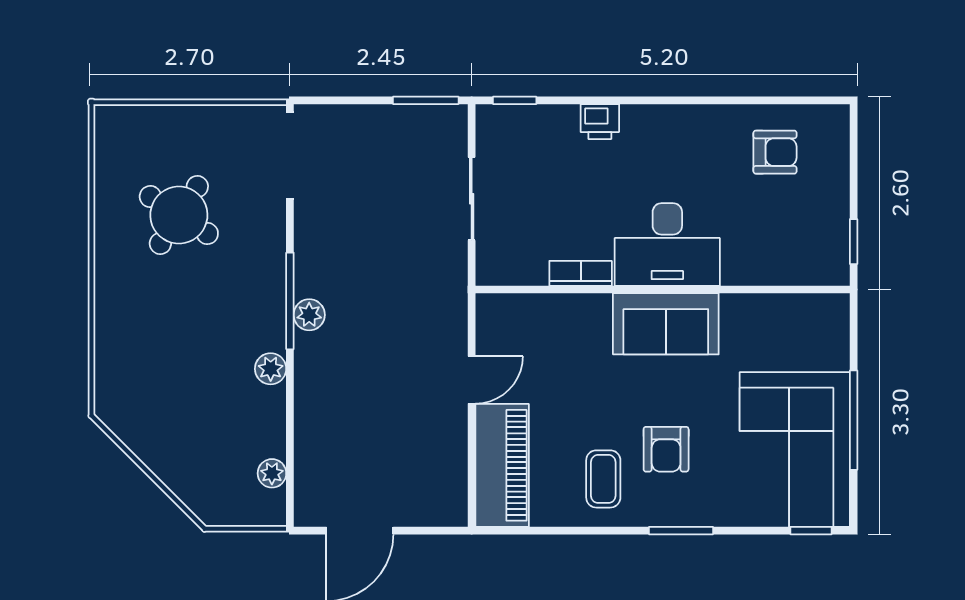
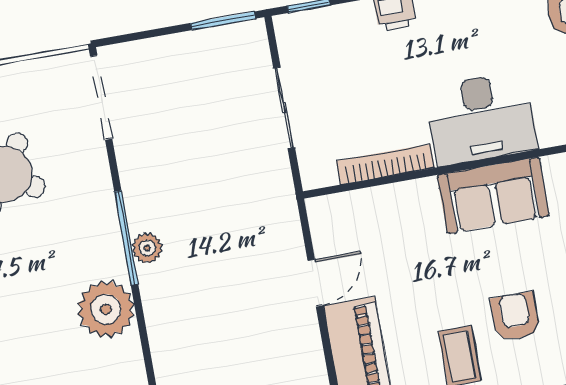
bookcase: (581, 273) -> (385, 164), width x1.56
plant: (271, 369) -> (106, 309), width x1.88, depth x1.88
armchair: (666, 449) -> (515, 317), turned 180

